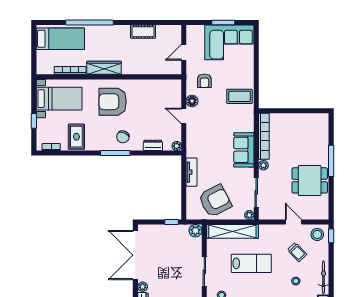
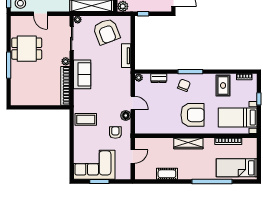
wardrobe: (104, 68) -> (188, 143), moved
armchair: (215, 201) -> (106, 32), turned -84

